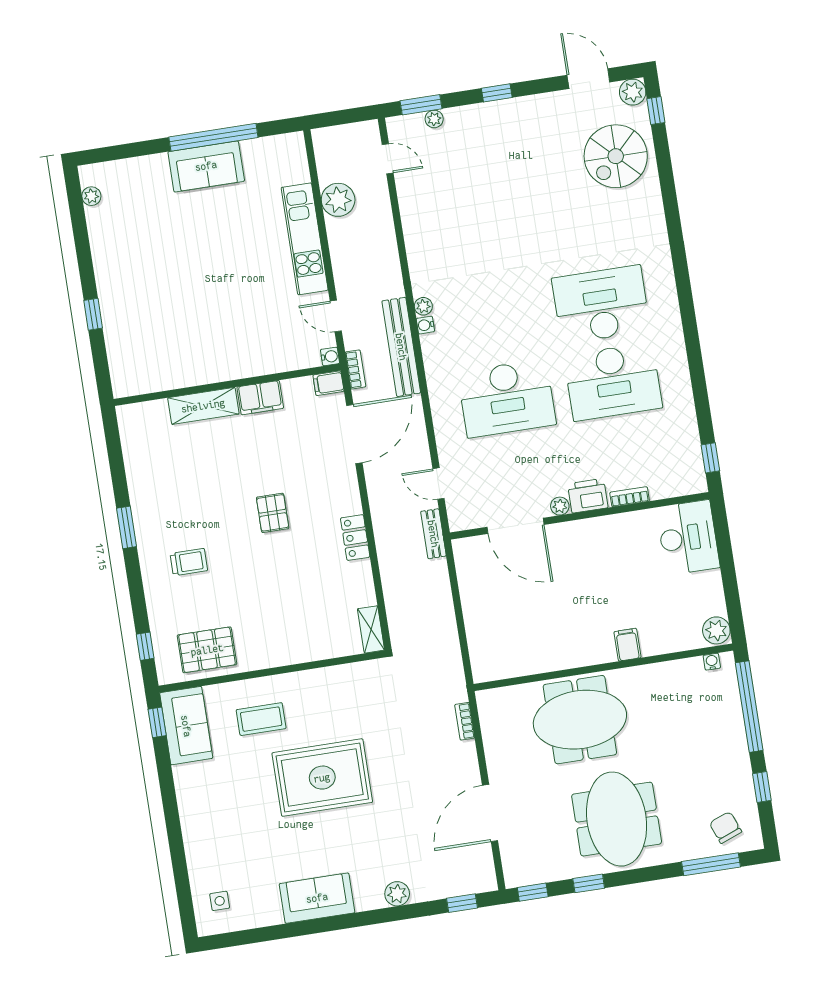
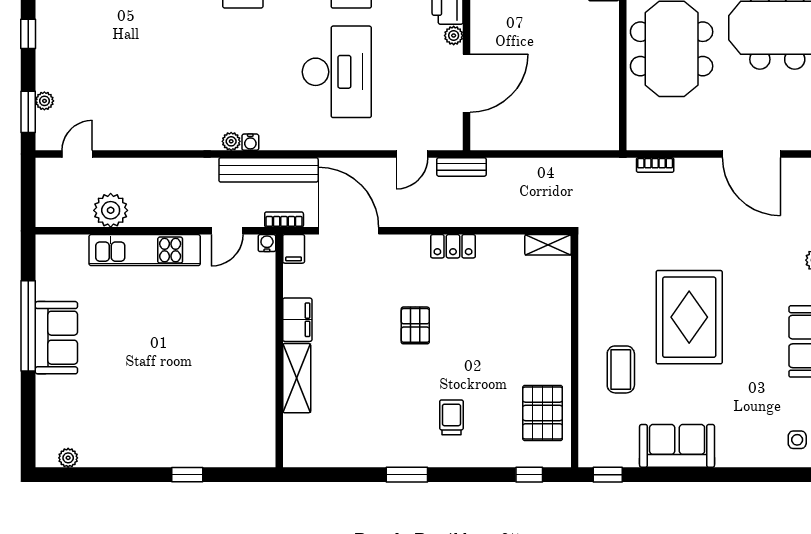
pallet: (273, 513) -> (415, 325), turned 90
sofa: (186, 726) -> (677, 446), moved

